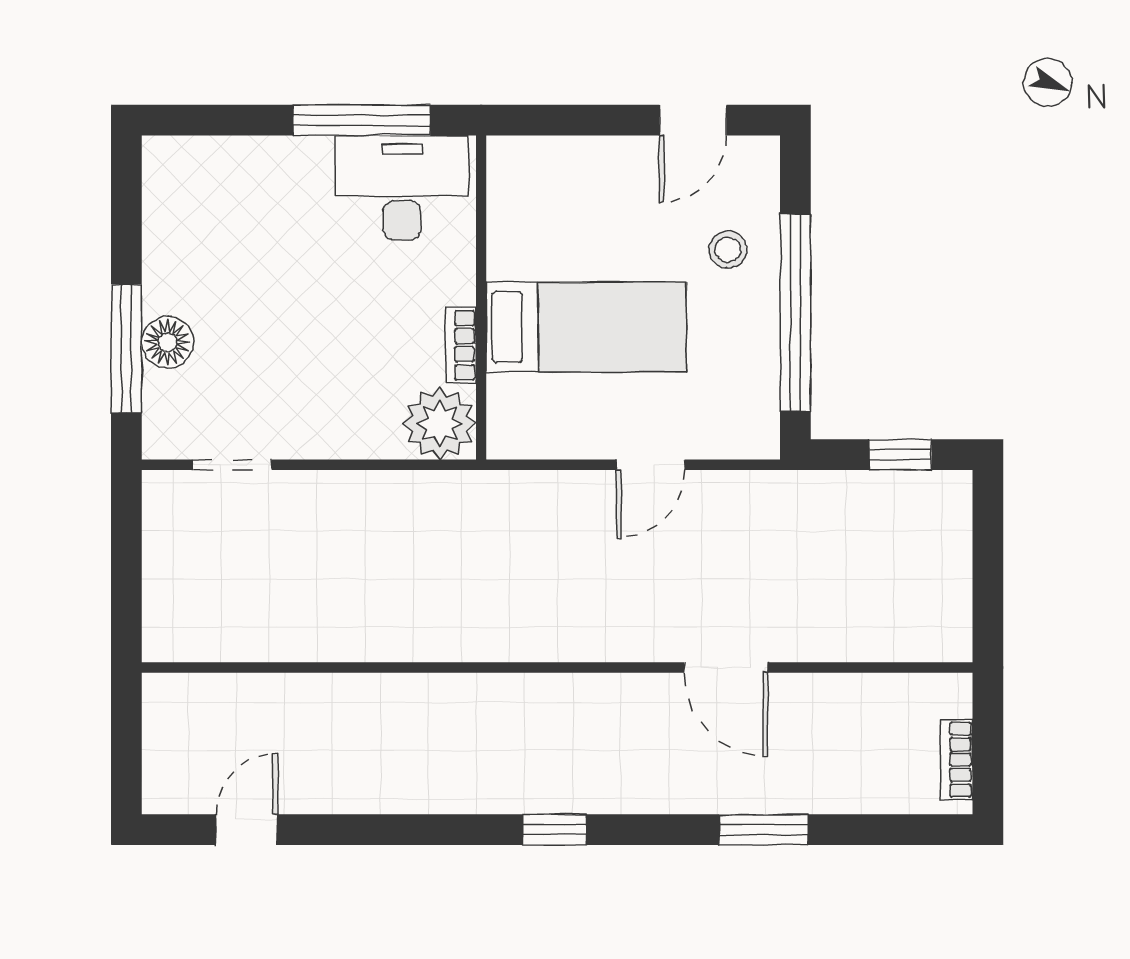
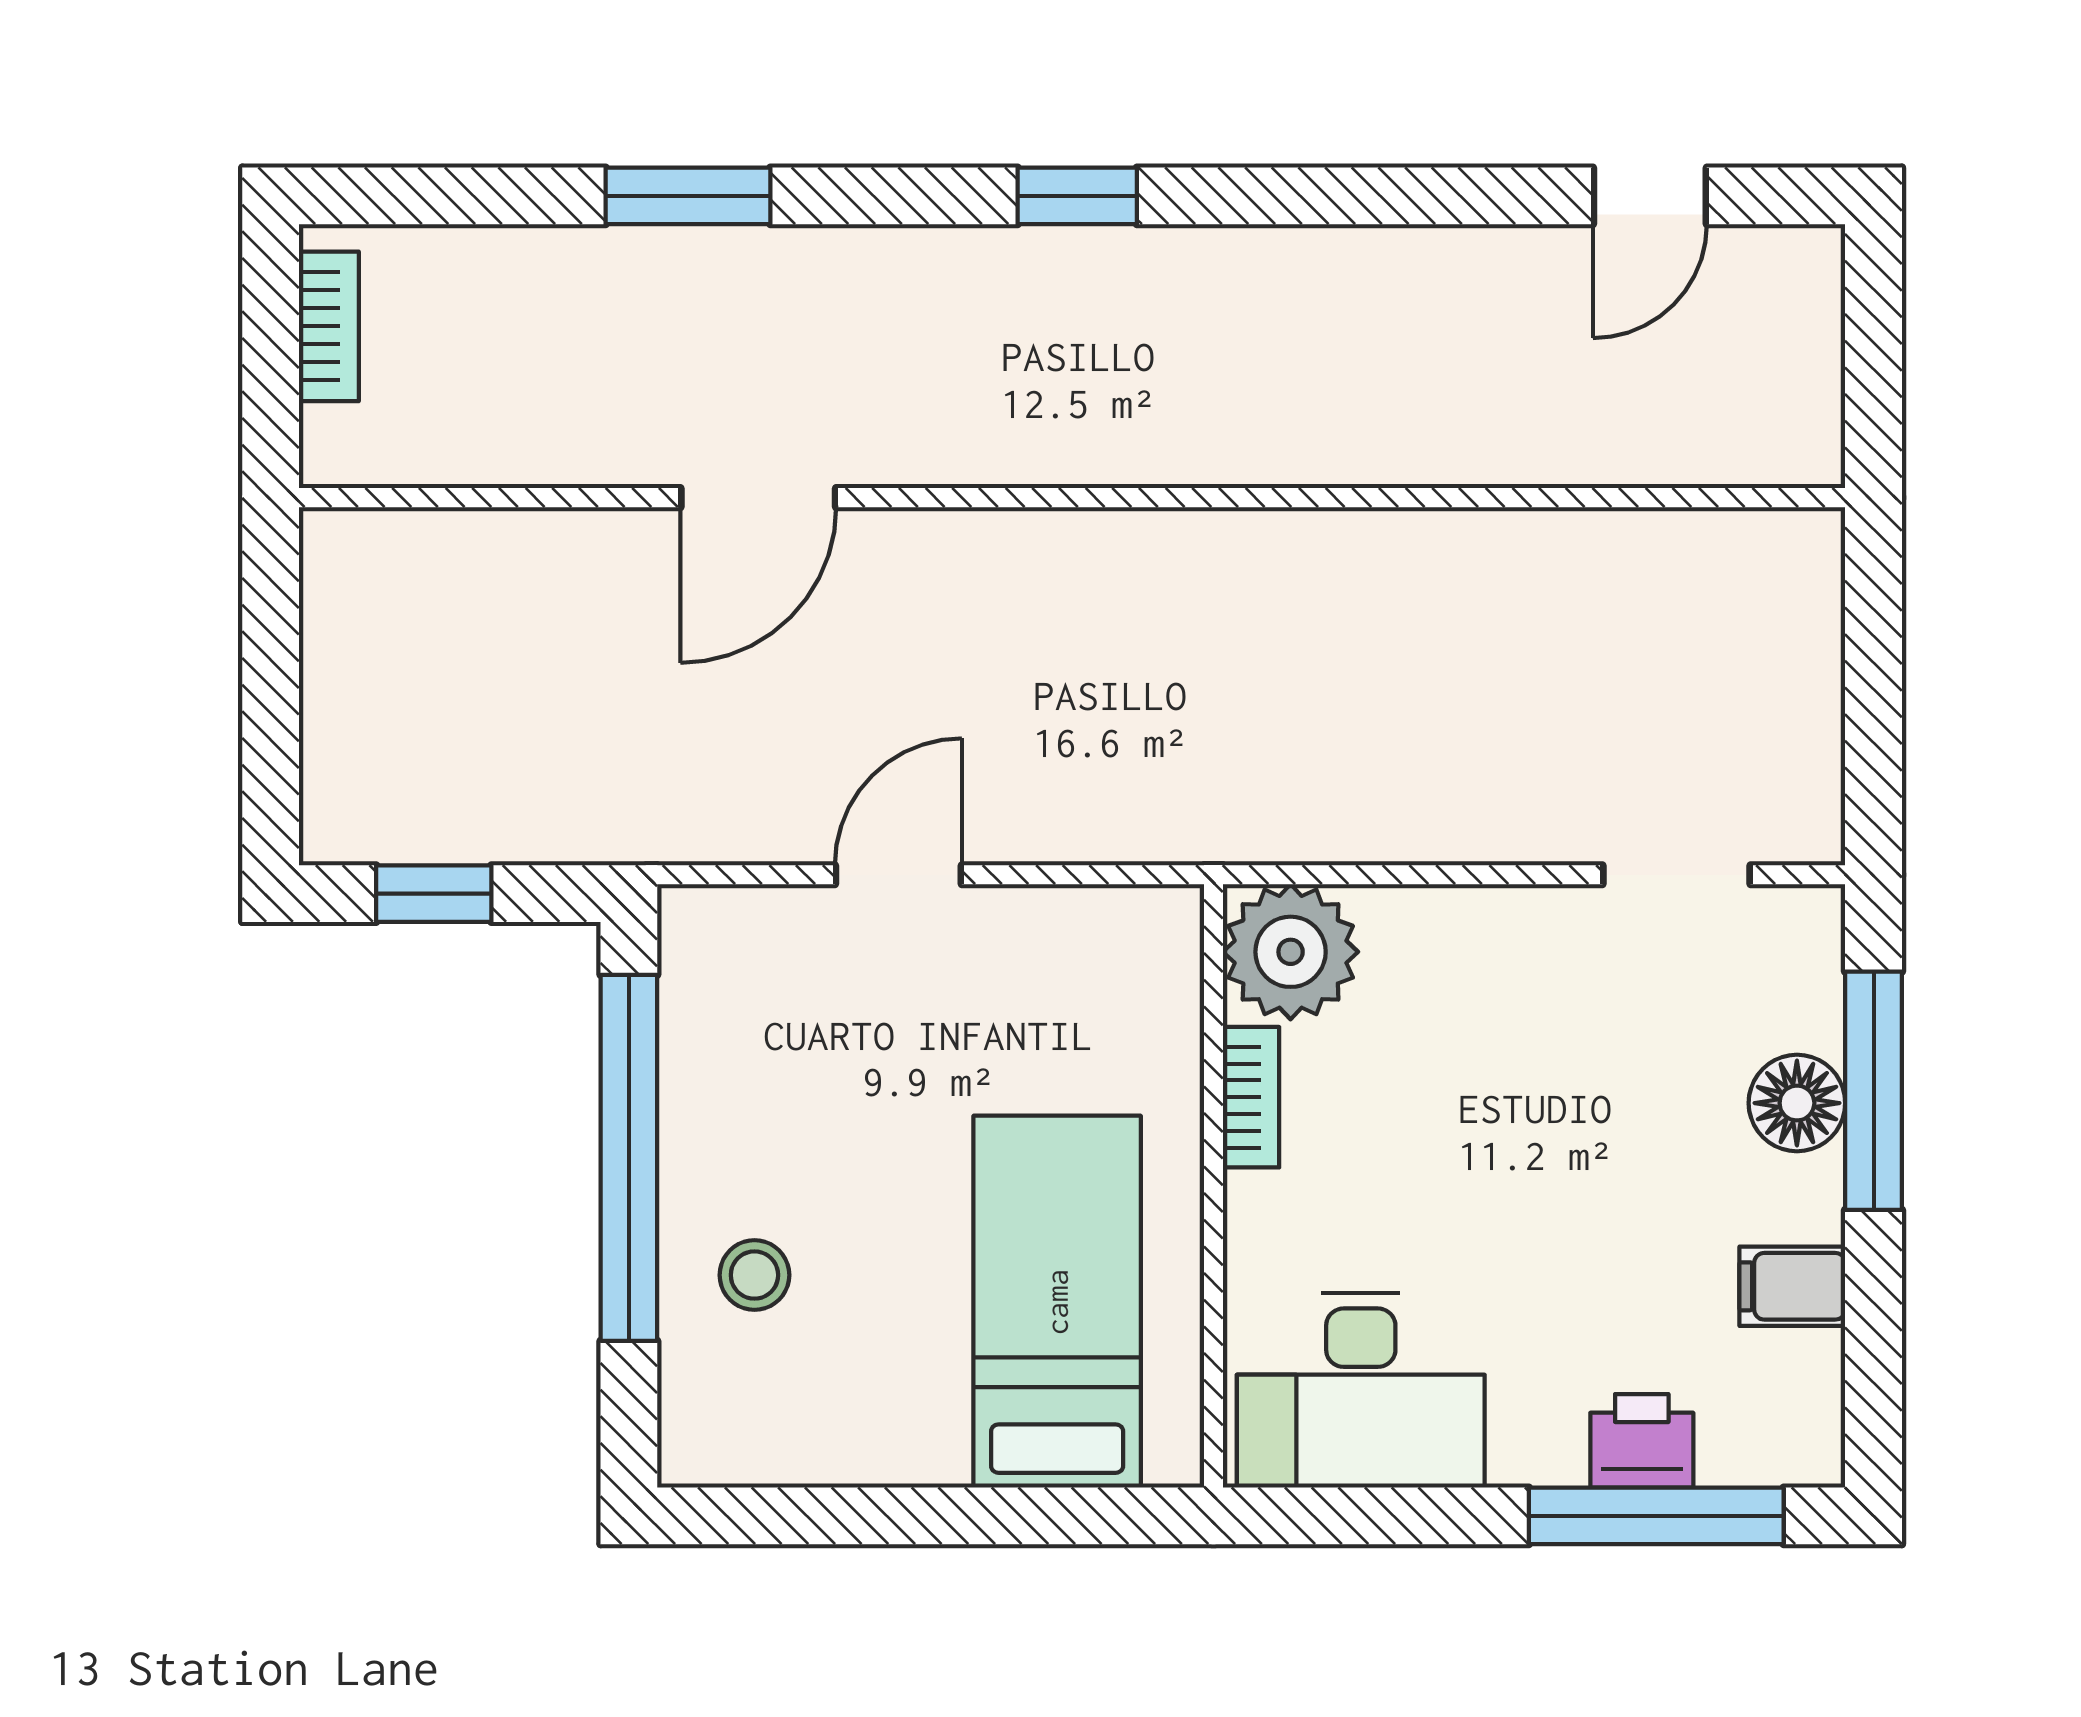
window: (362, 120) -> (1656, 1516), moved
door: (693, 120) -> (819, 1516), removed
printer: (251, 161) -> (1642, 1441), added
filing cabinet: (170, 244) -> (1792, 1286), added
bed: (586, 327) -> (1057, 1302), moved, turned 90
door: (726, 668) -> (758, 498), swing flipped

